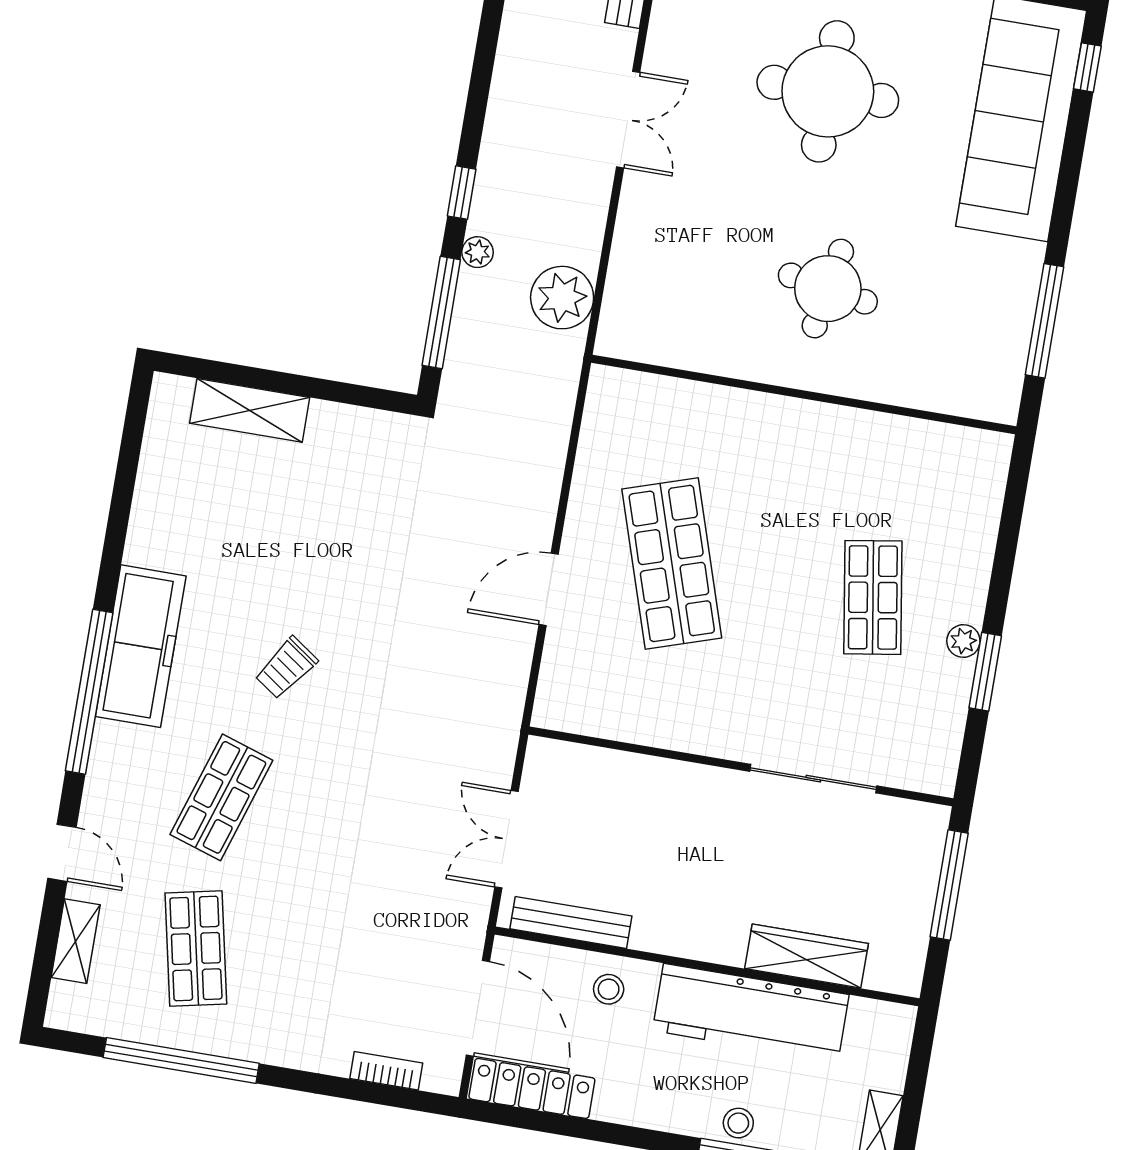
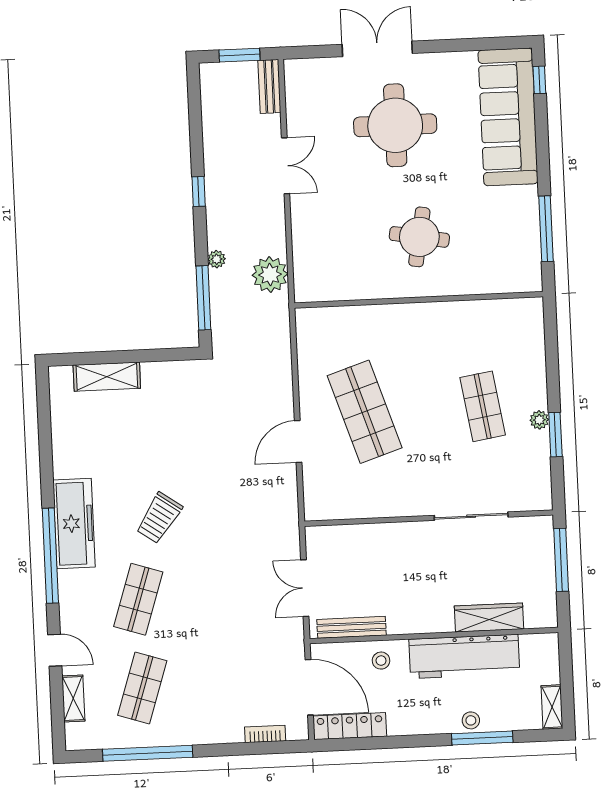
window: (462, 193) -> (199, 192), moved
trolley: (286, 668) -> (159, 518), width x1.36, depth x1.39
shop shelf: (196, 948) -> (142, 688), turned 30

